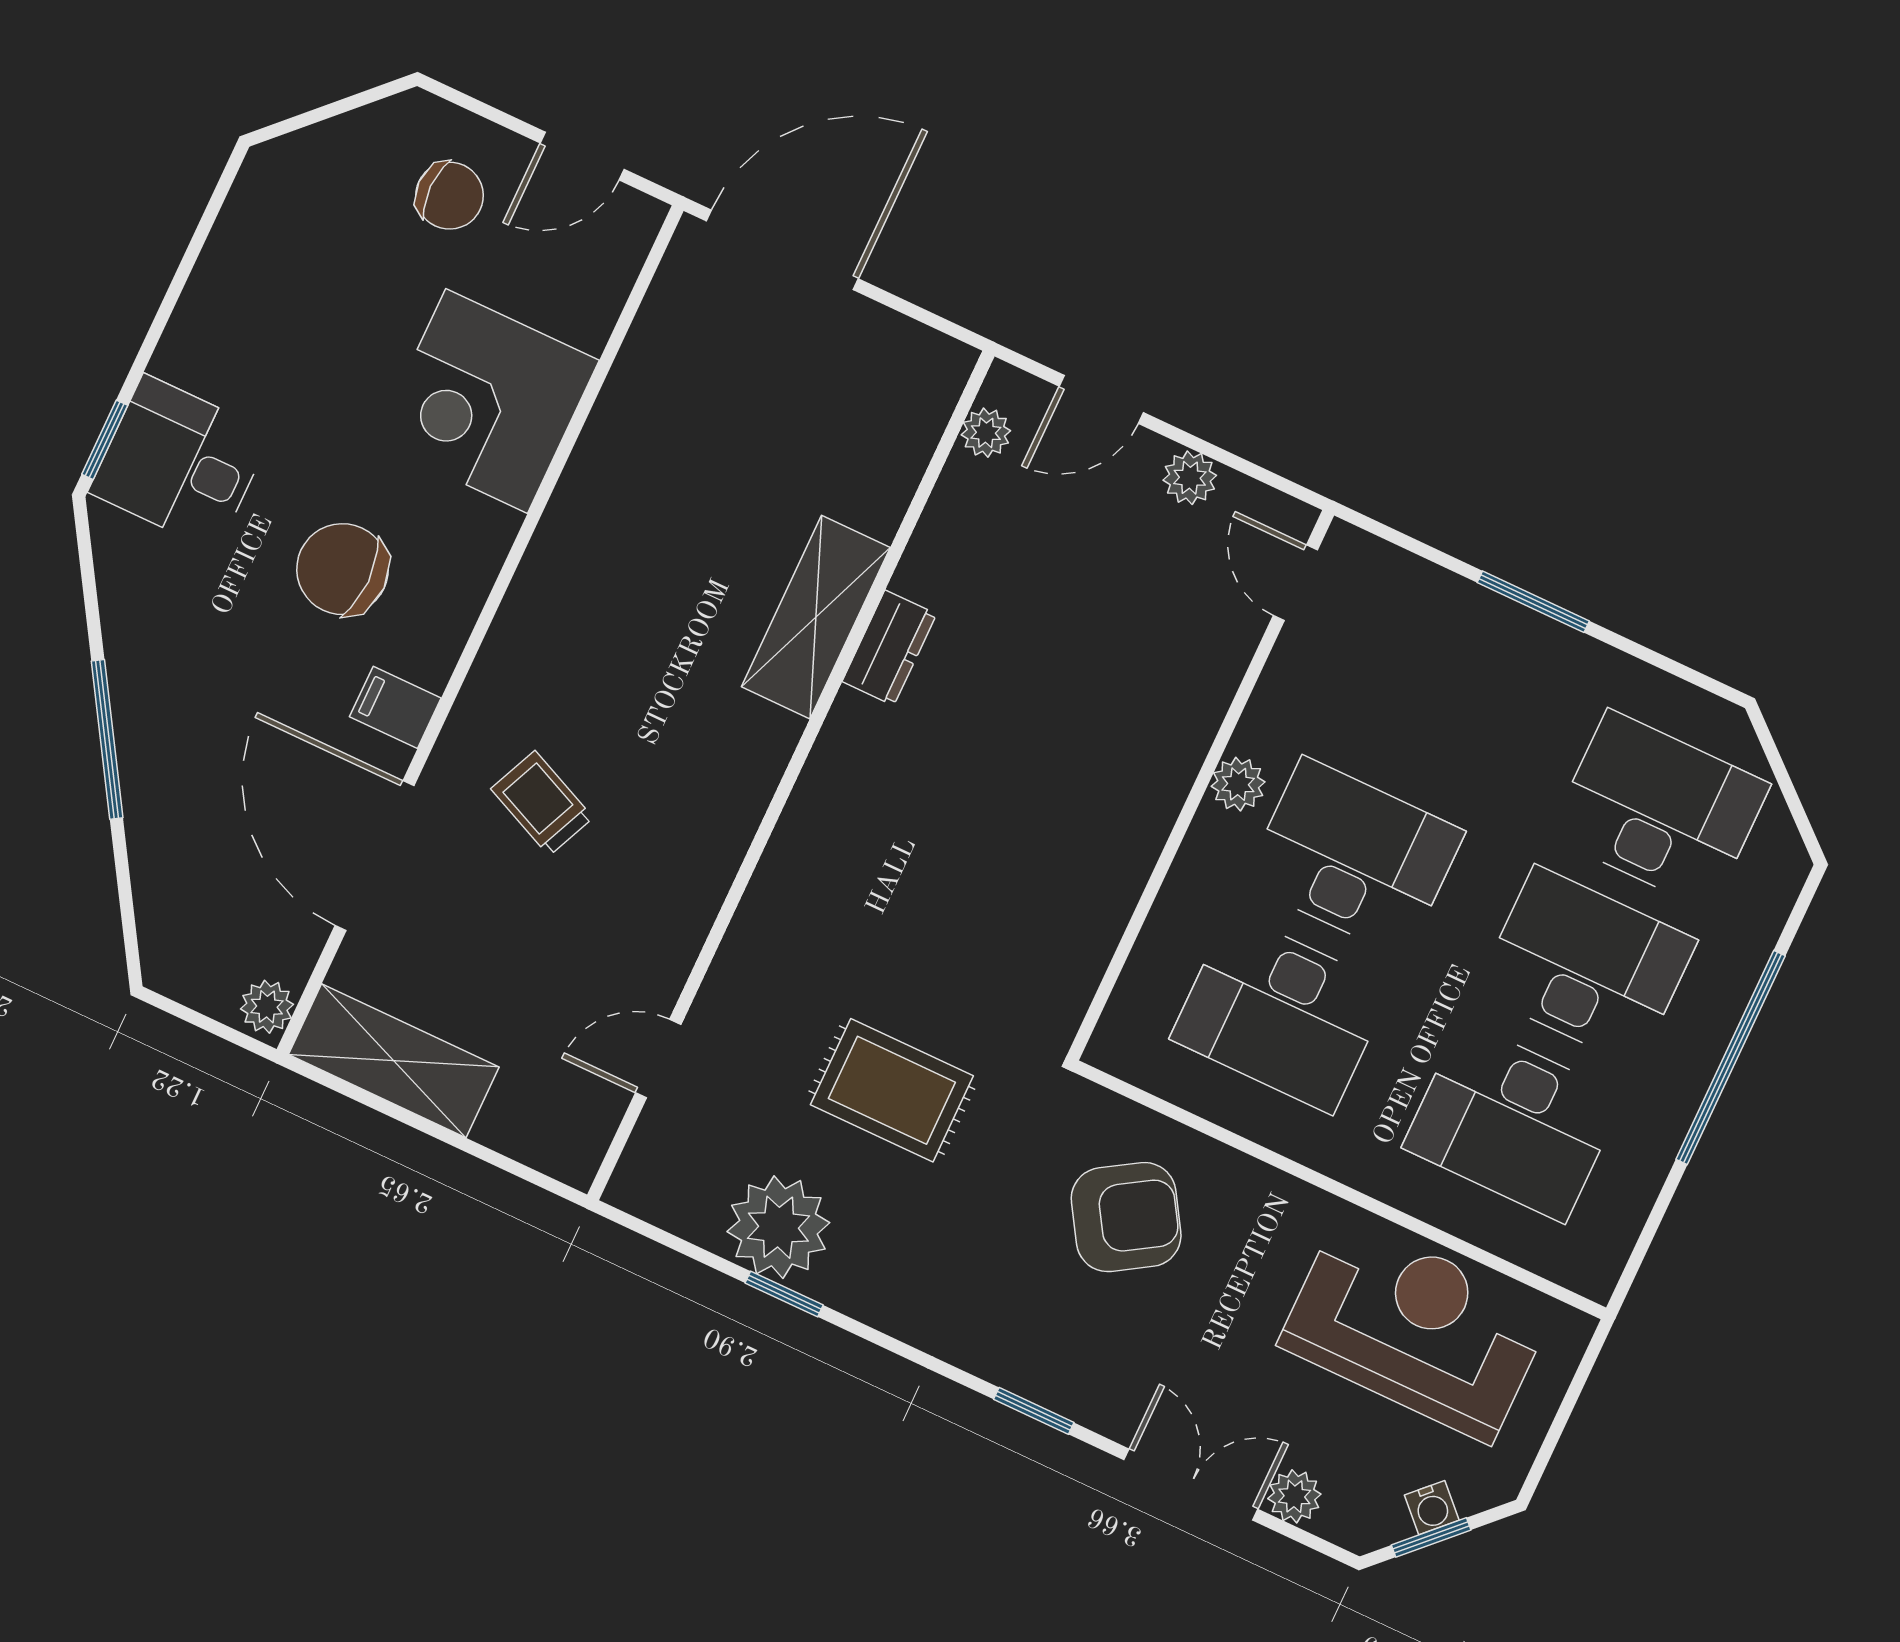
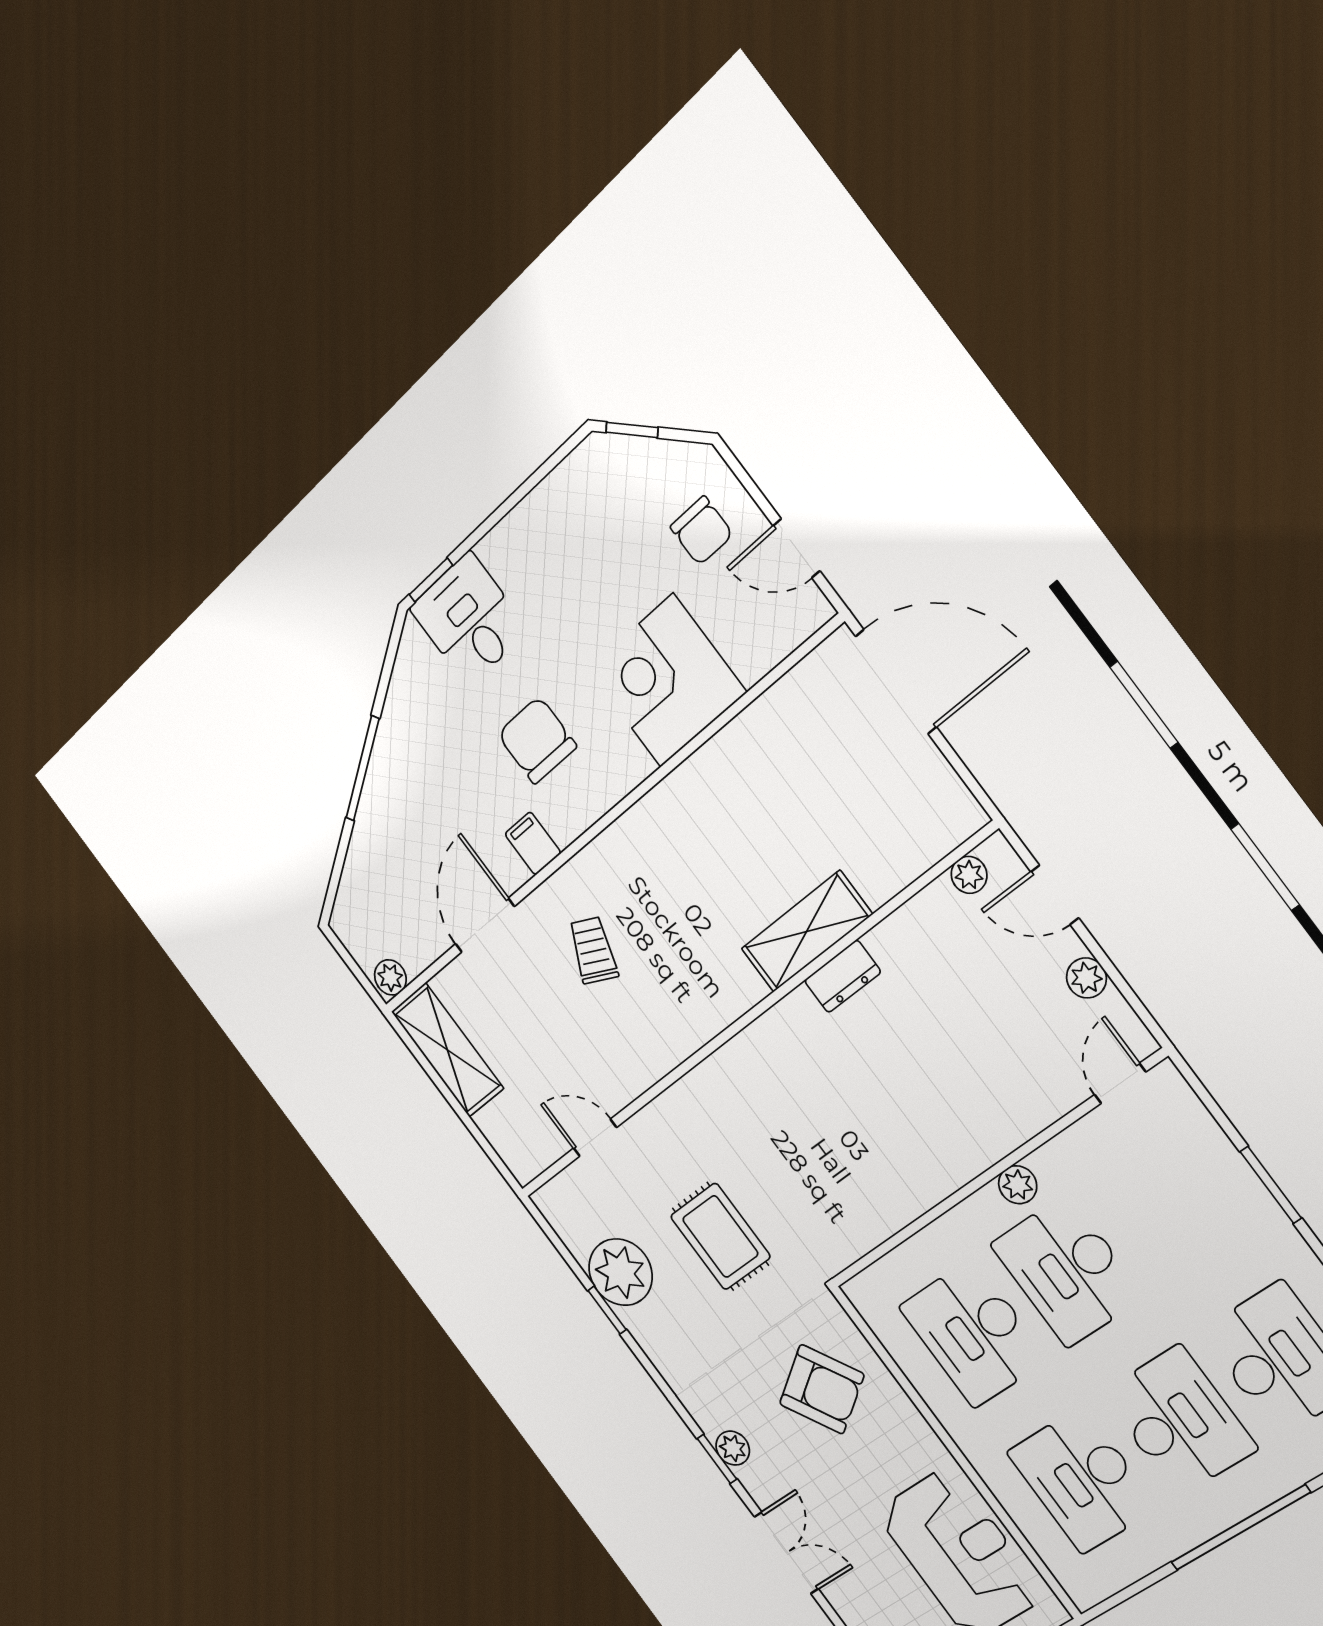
window: (303, 120) -> (632, 430), added
door: (374, 856) -> (485, 925), width x0.73
desk: (1354, 857) -> (1067, 1271), turned 180
plant: (1294, 1496) -> (733, 1448), moved

